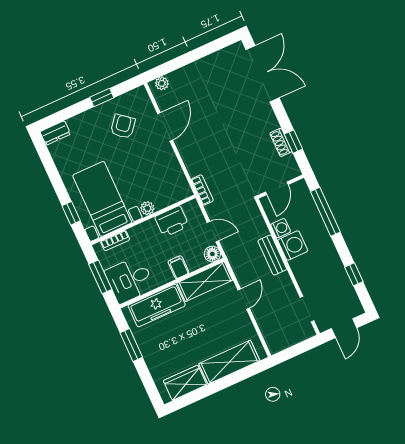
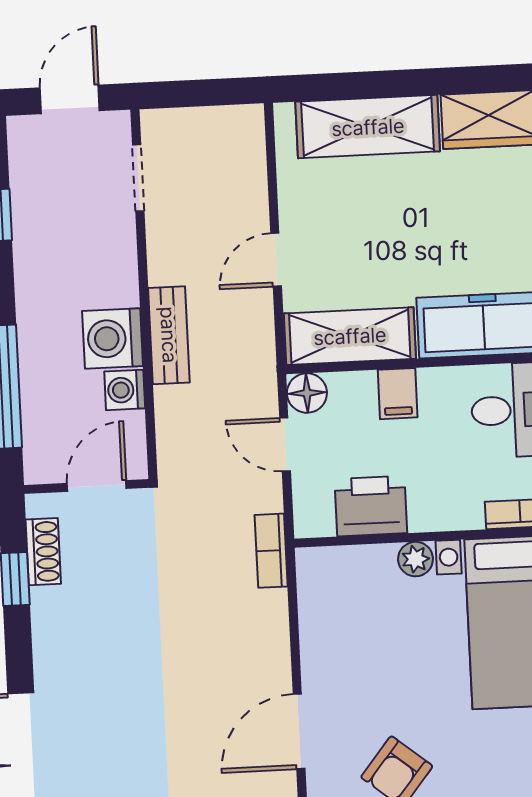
shoe rack: (281, 142) -> (43, 552), moved

